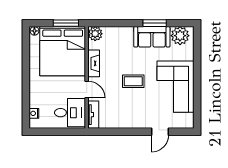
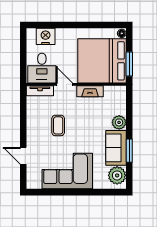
plant: (95, 34) -> (119, 122), moved
coffee table: (133, 81) -> (58, 125), moved
door: (87, 90) -> (64, 84), swing flipped
nightstand: (34, 113) -> (46, 36), width x1.89, depth x1.79

